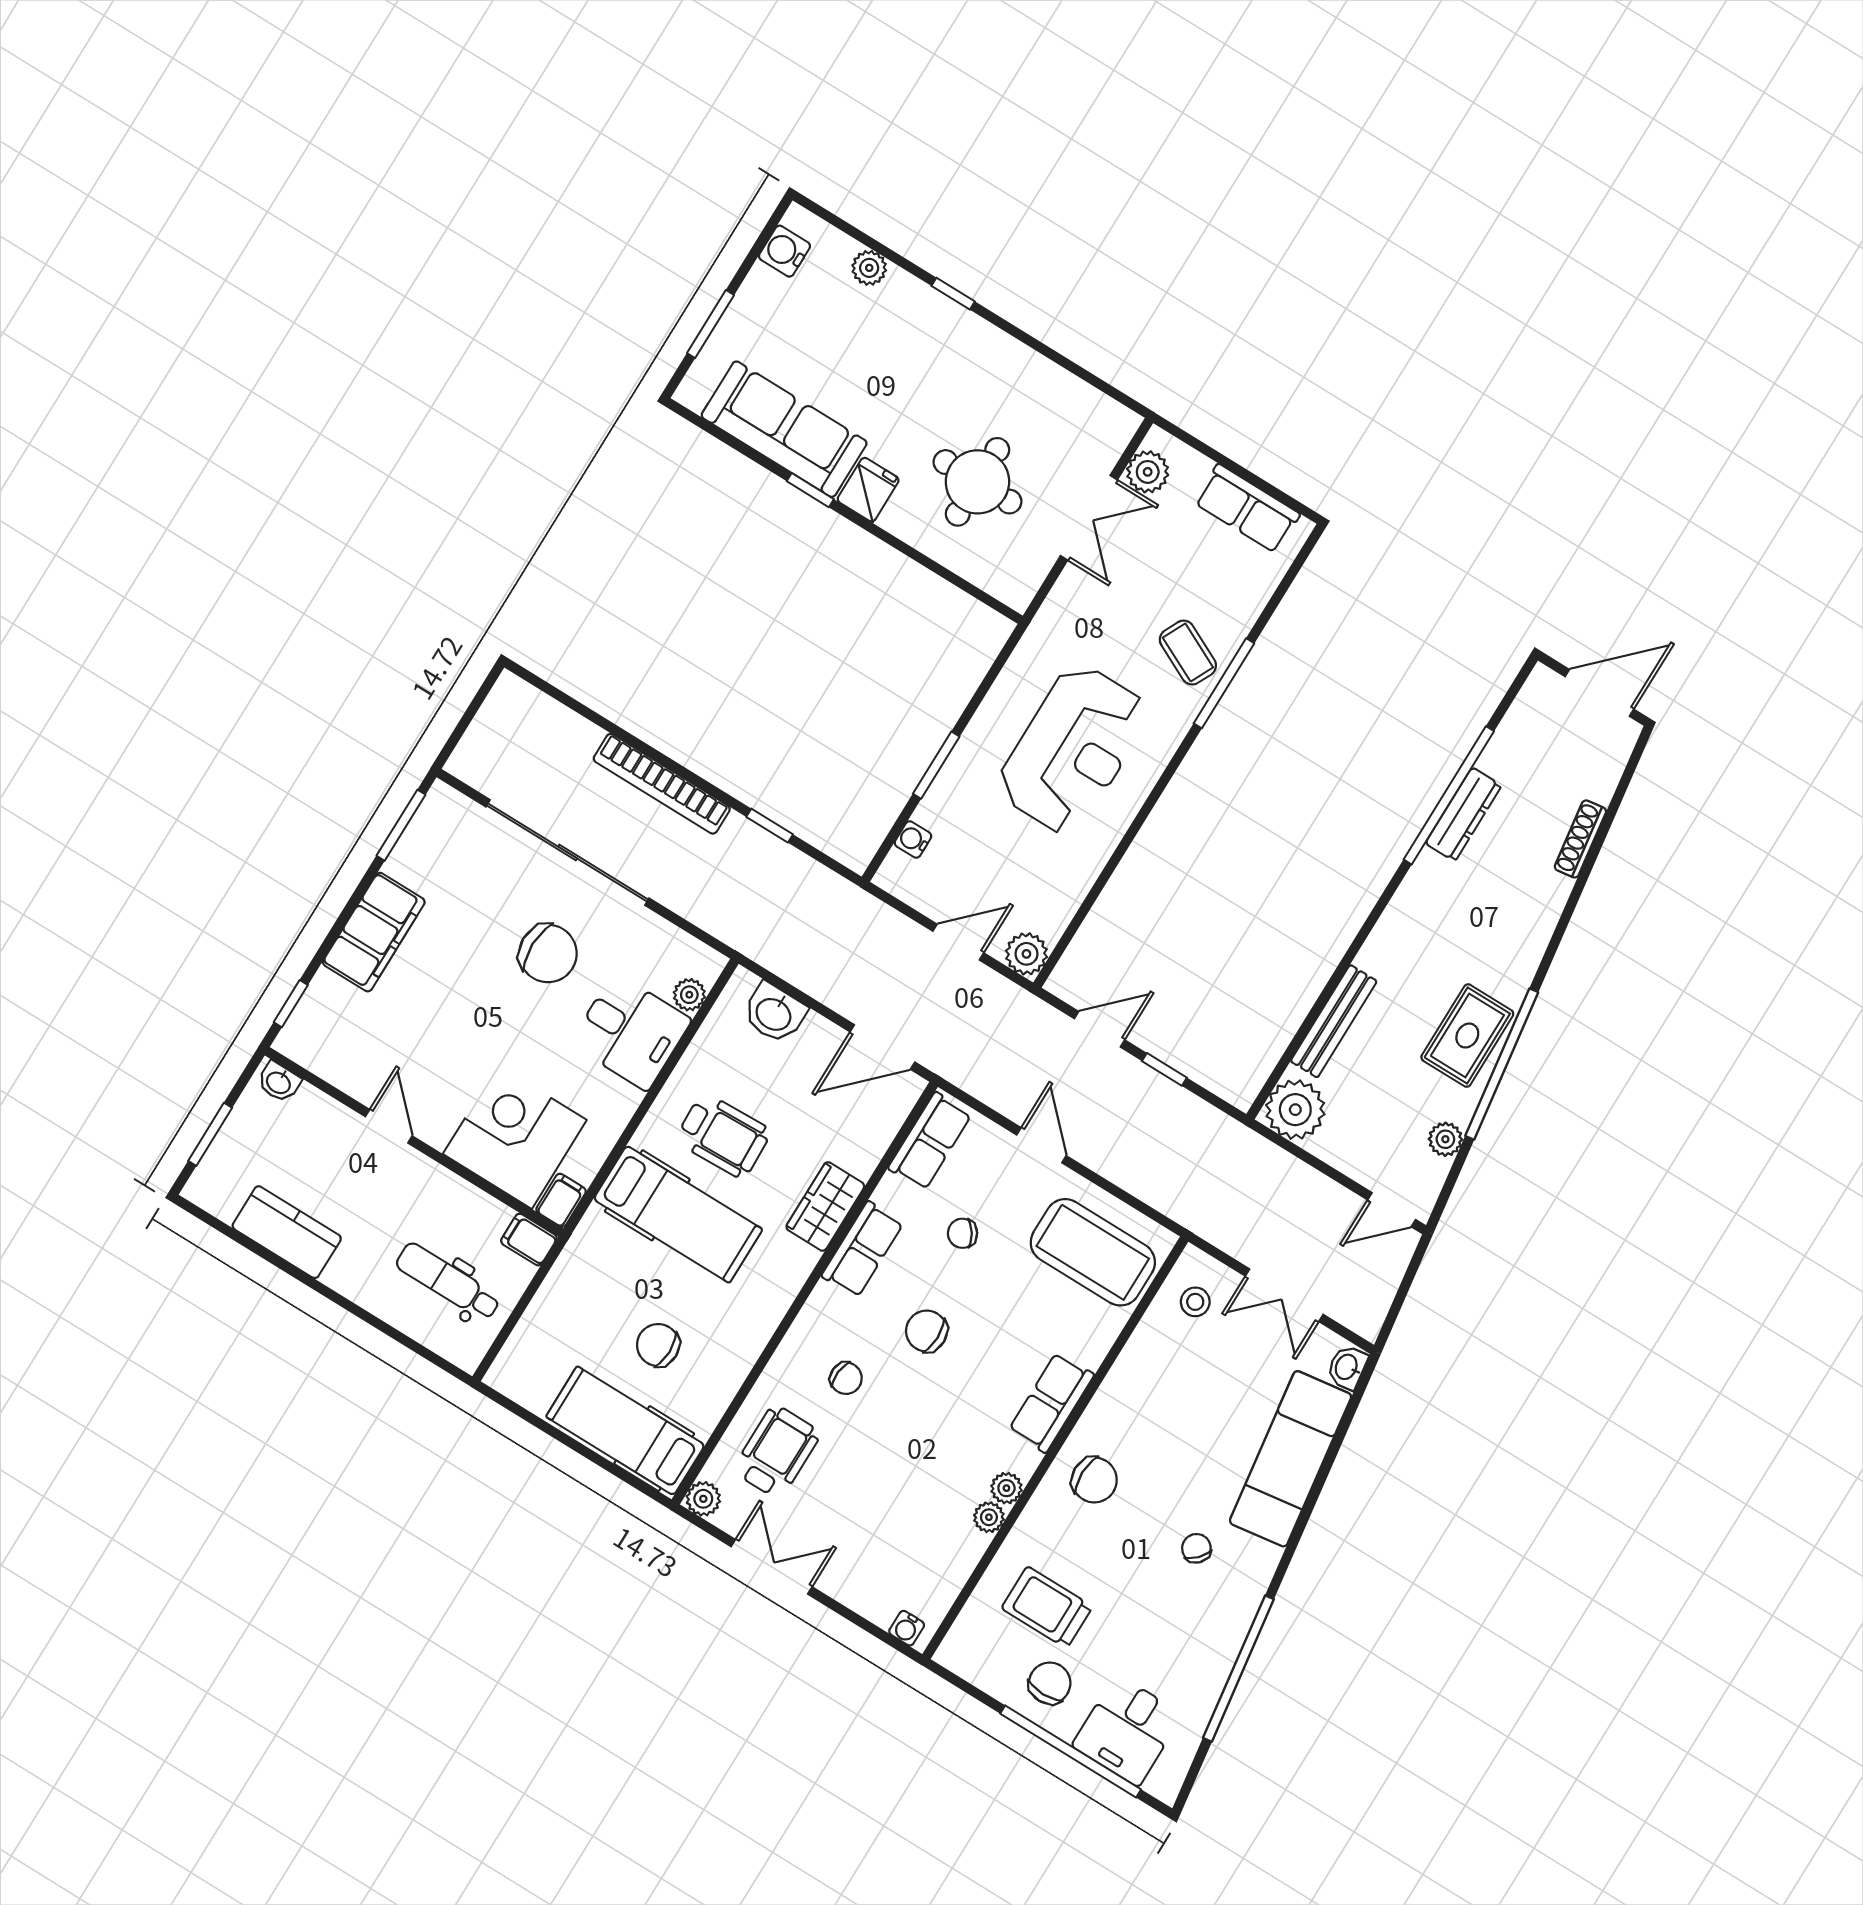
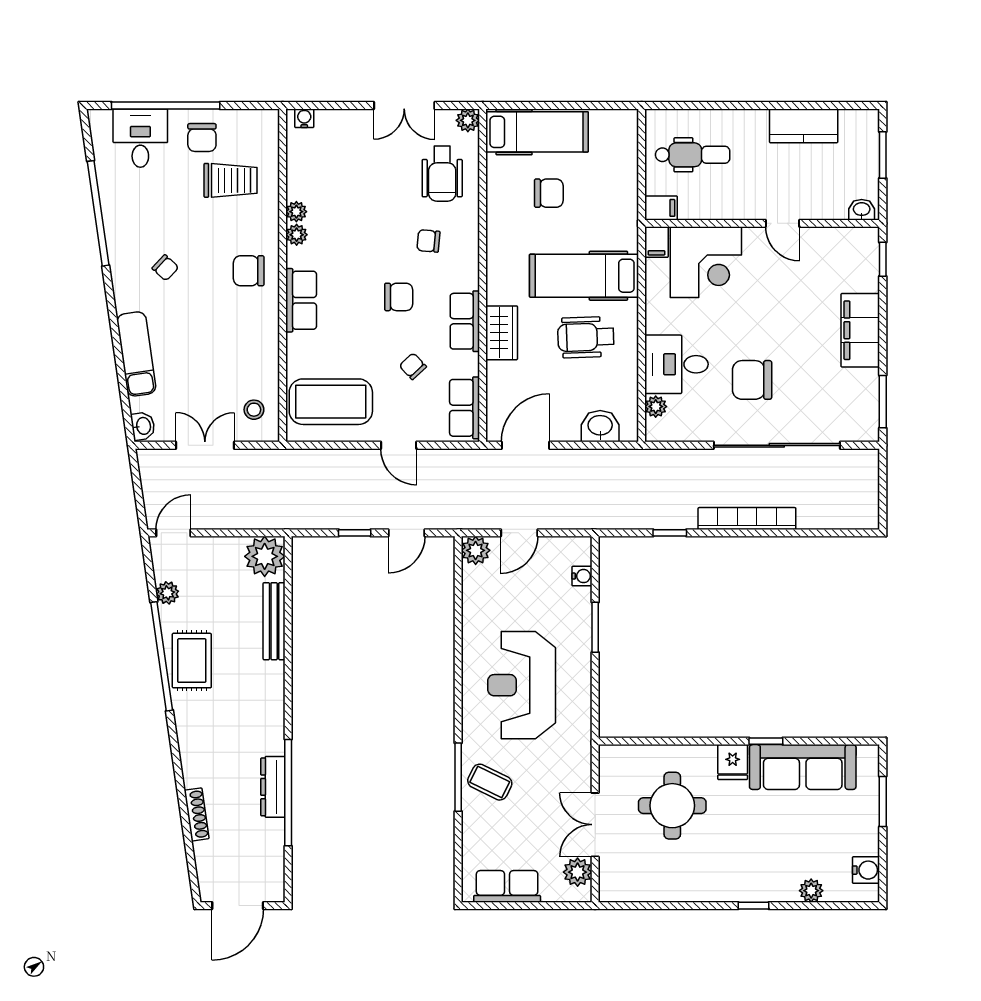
chair: (963, 1233) -> (413, 366), turned -100
exam couch: (1291, 1459) -> (136, 354), width x0.73, depth x0.69

